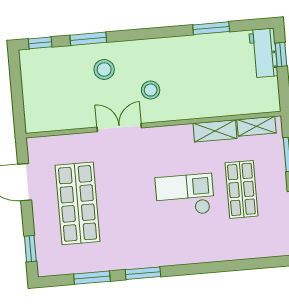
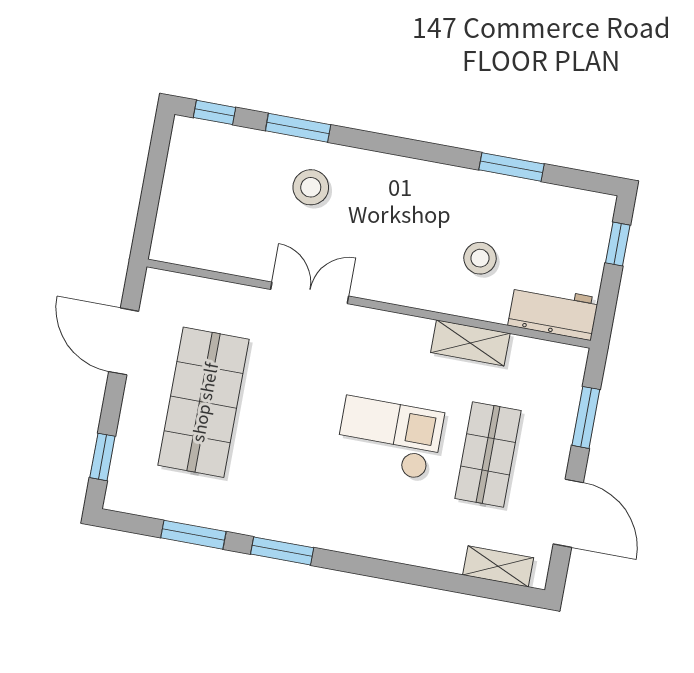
workbench: (263, 53) -> (553, 312), moved, turned 90
stool: (151, 90) -> (480, 258), moved
shelving: (257, 126) -> (498, 566), moved

